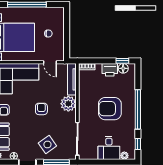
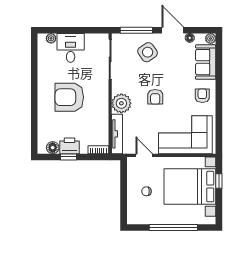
window: (122, 61) -> (69, 157), moved
armchair: (110, 109) -> (69, 97), turned 180
window: (138, 109) -> (34, 96), removed
window: (138, 144) -> (34, 53), removed

